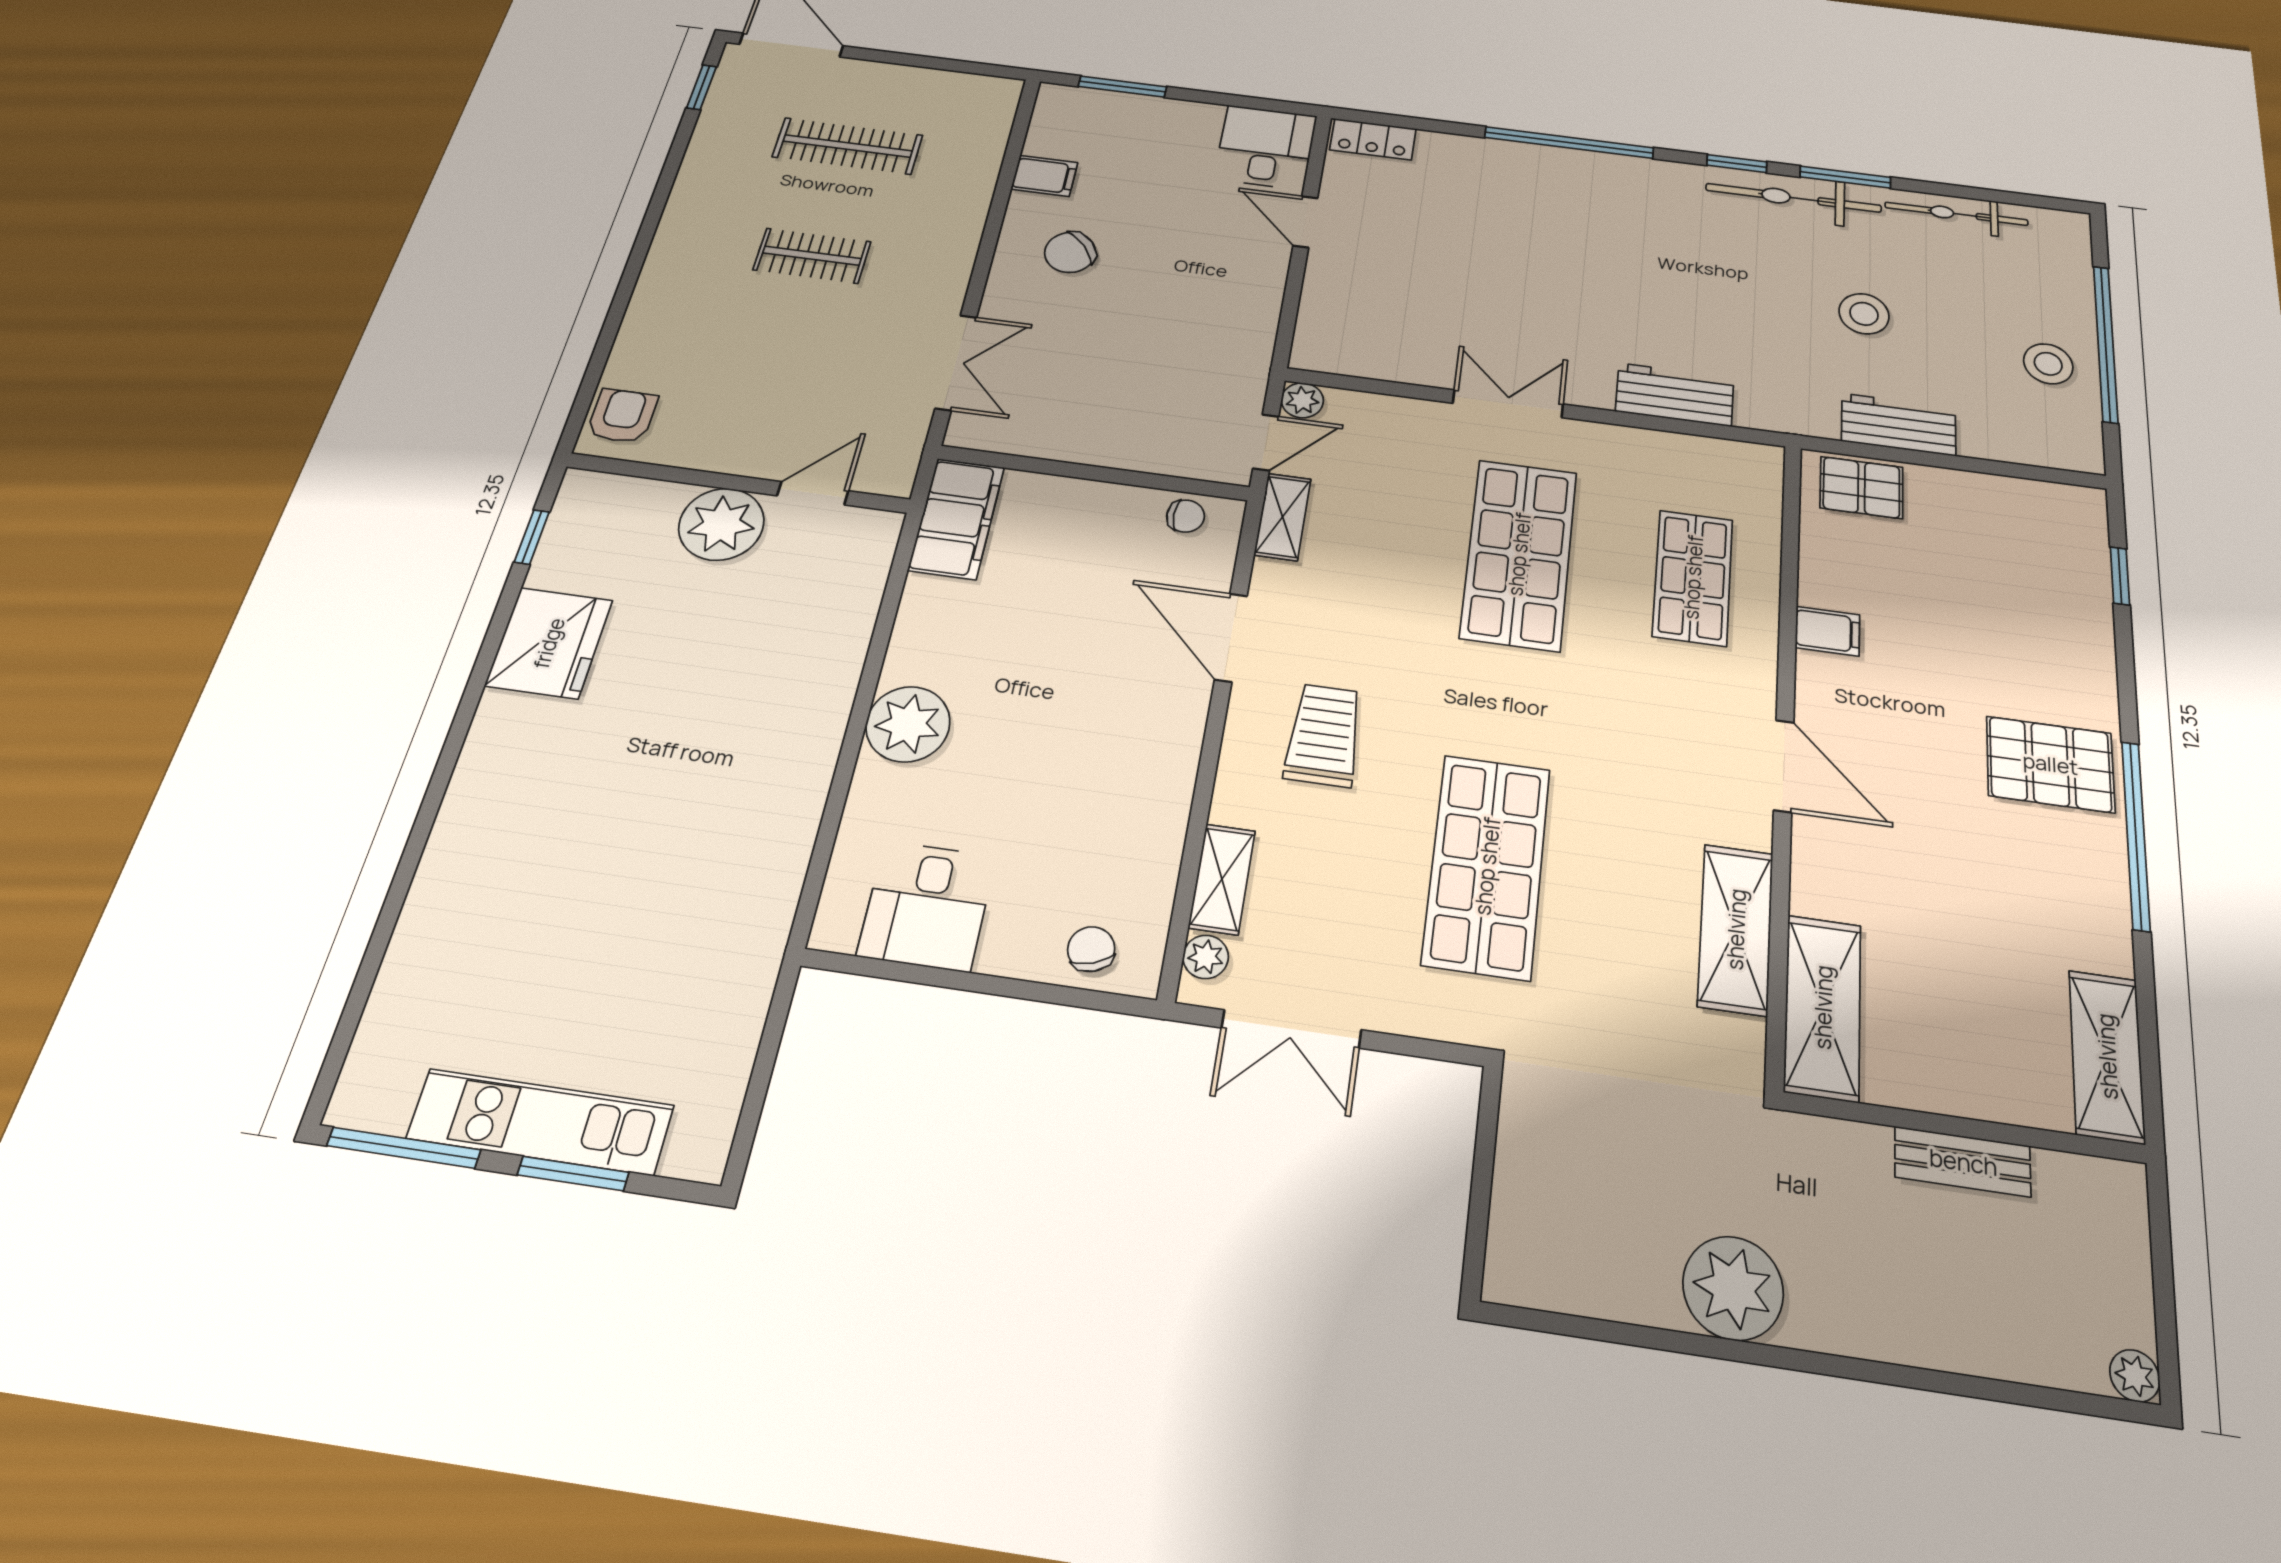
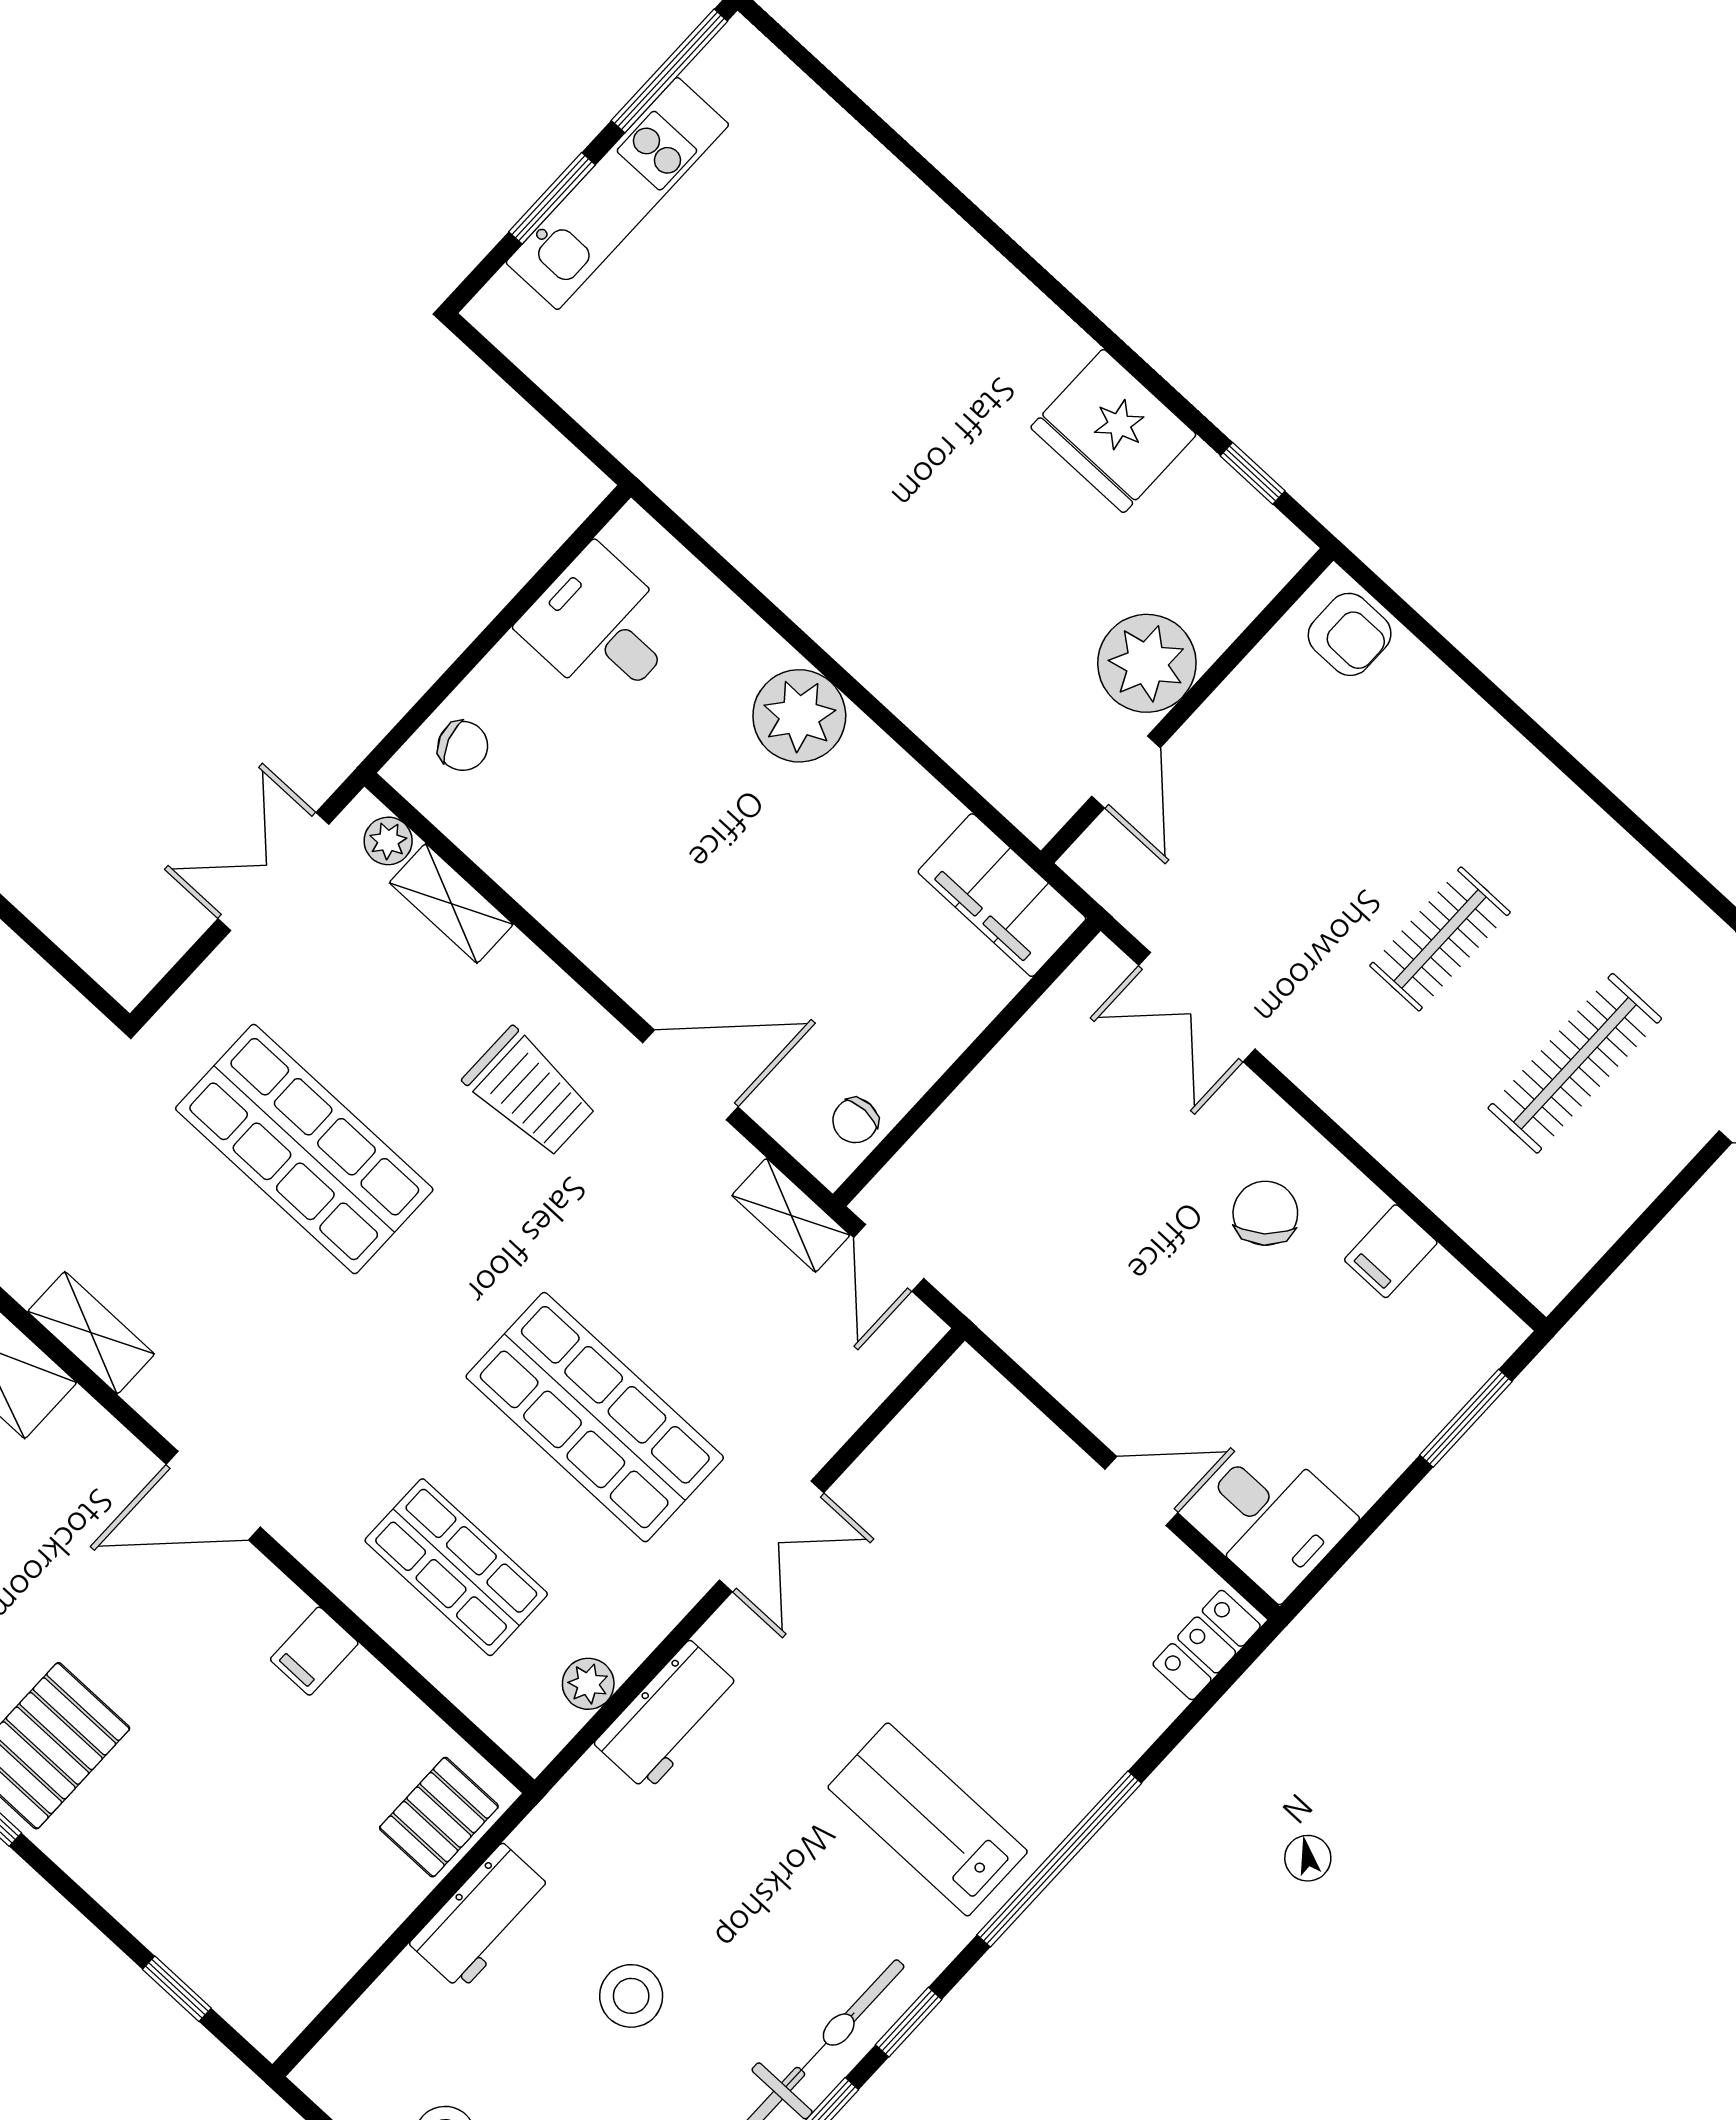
lab bench: (1608, 220) -> (928, 1819), added
plant: (1302, 400) -> (588, 1684), moved
shelving: (1736, 929) -> (91, 1333), width x0.67, depth x0.75

